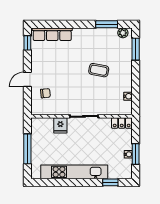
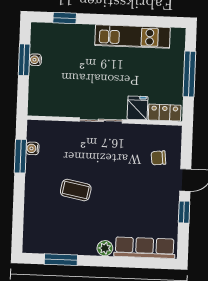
plant: (123, 33) -> (105, 248), moved
window: (27, 43) -> (184, 212), moved
window: (136, 49) -> (20, 156), moved
locker: (122, 123) -> (165, 113), moved
kitchen unit: (74, 172) -> (133, 37), width x0.73

